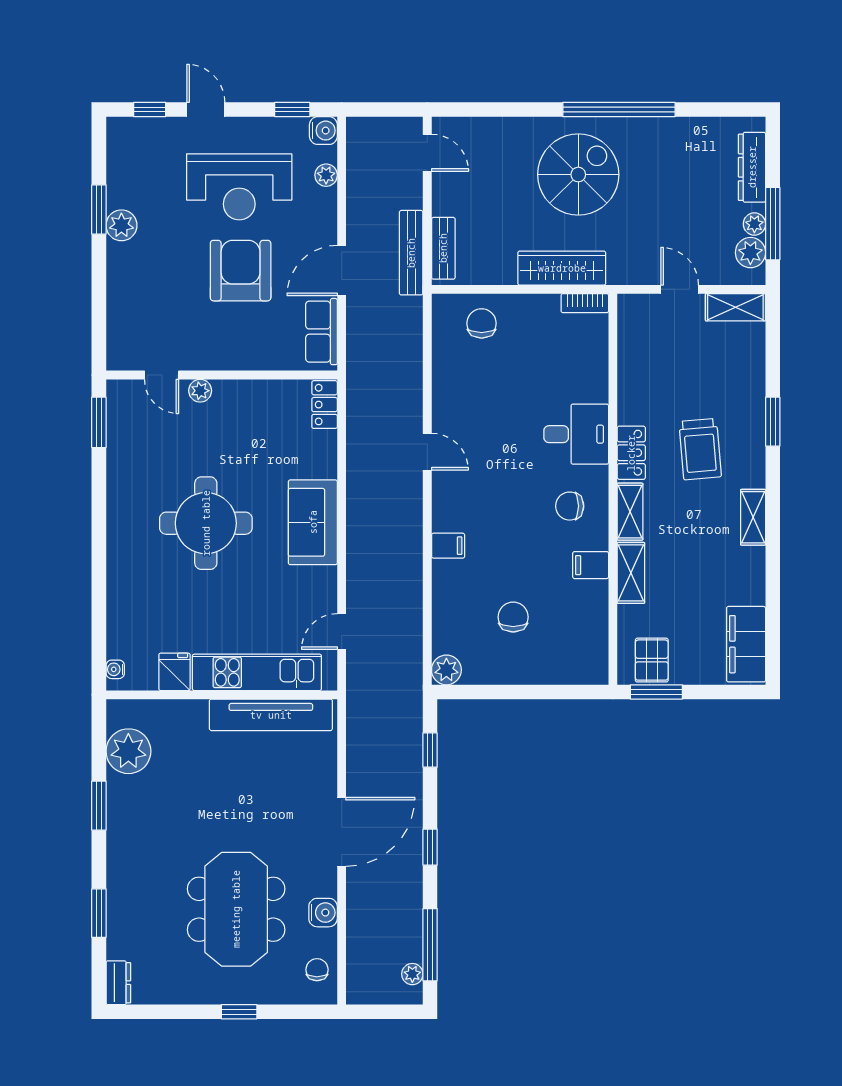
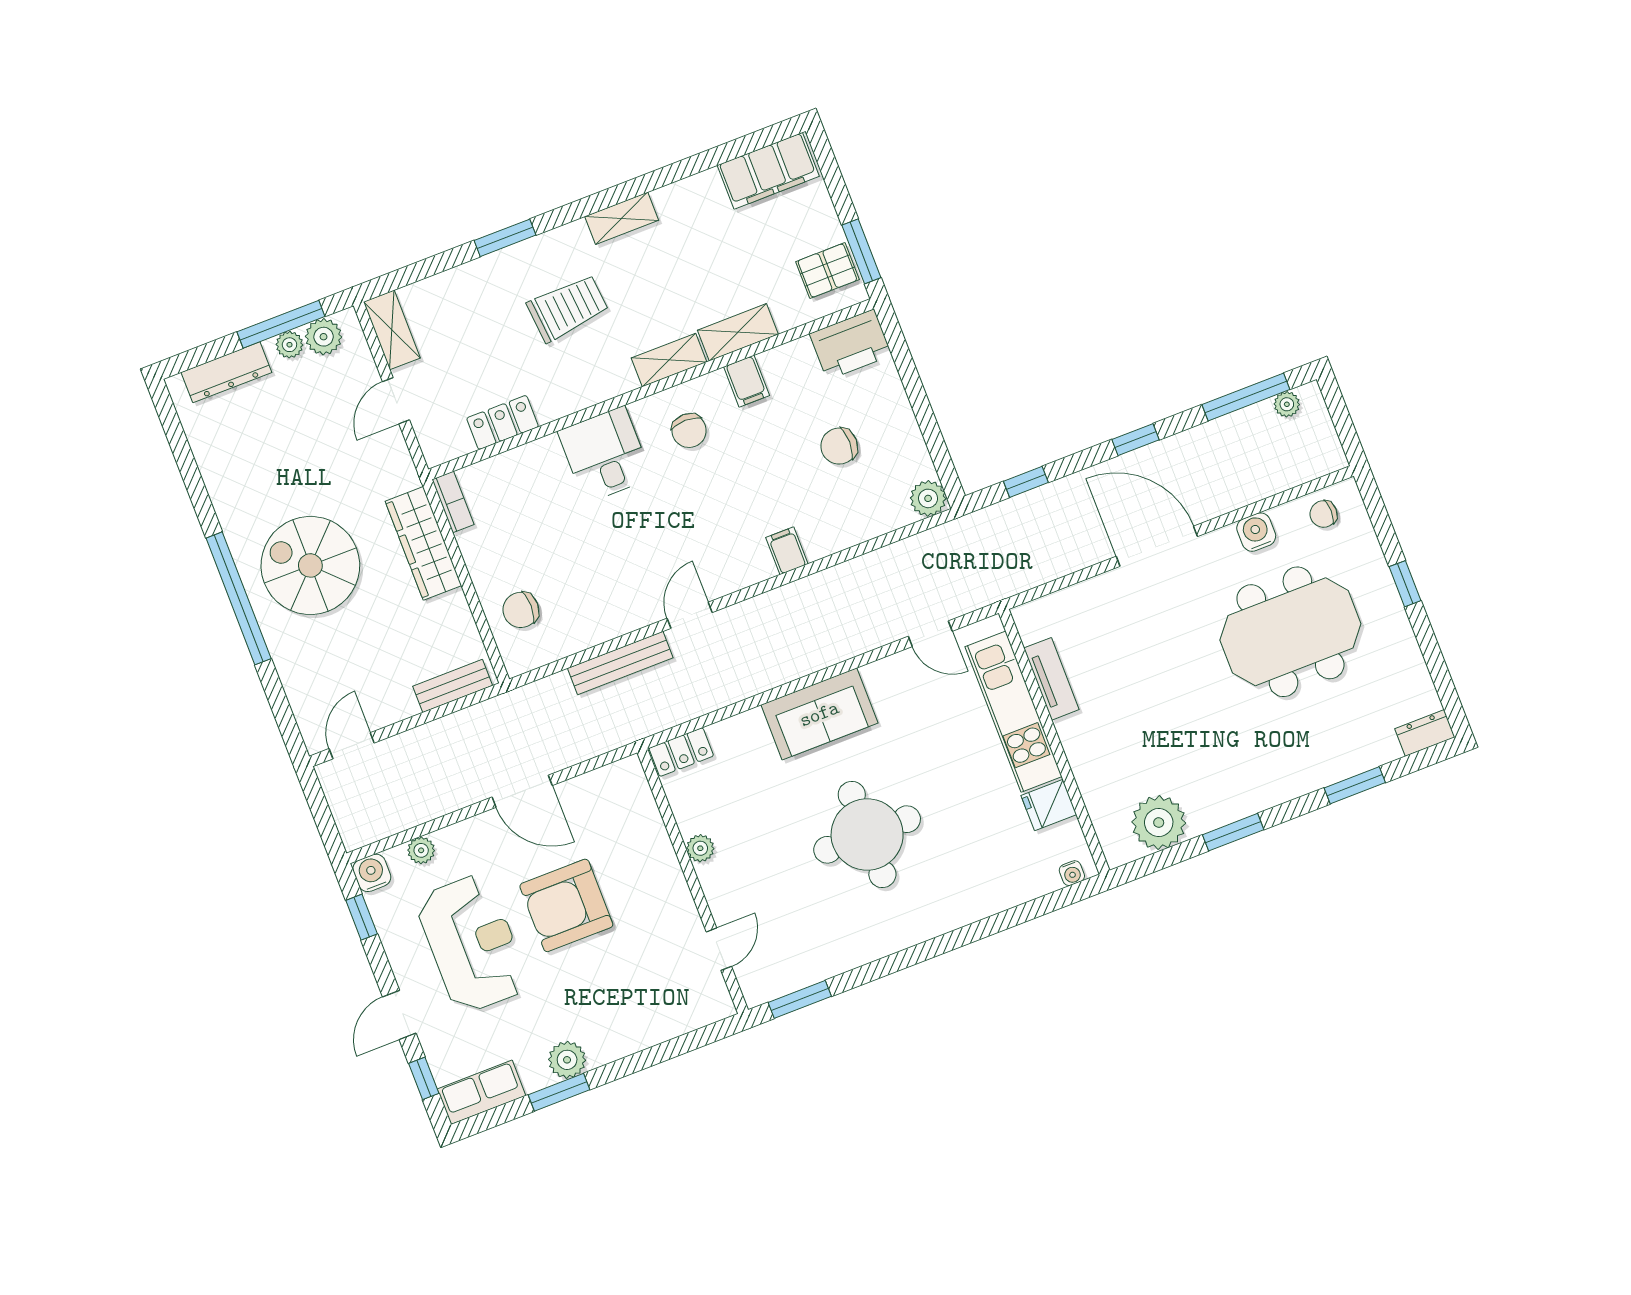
window: (619, 109) -> (239, 598), moved
bench: (411, 253) -> (620, 663), moved
row of seats: (321, 332) -> (481, 1092), moved, turned 180
plant: (200, 391) -> (700, 848), moved
locker: (631, 453) -> (503, 422), moved
printer: (588, 656) -> (851, 345), added
tv unit: (271, 715) -> (1051, 679), width x0.52, depth x0.78

